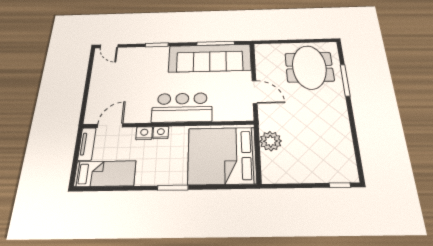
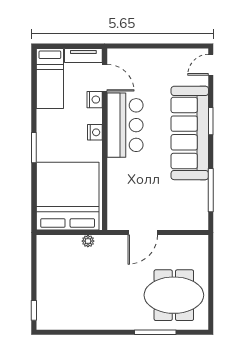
sofa: (210, 58) -> (190, 133), moved
bar counter: (182, 107) -> (125, 125), moved
nightstand: (144, 133) -> (95, 100), moved
plant: (271, 141) -> (88, 241), width x0.53, depth x0.53

